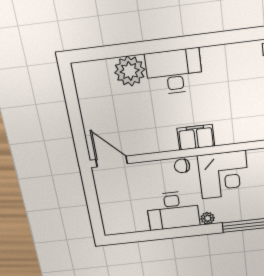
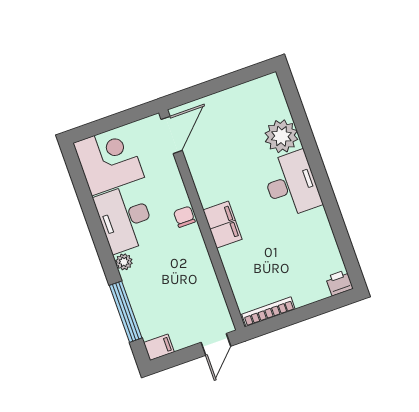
corner desk: (224, 175) -> (109, 160), moved, turned 180

